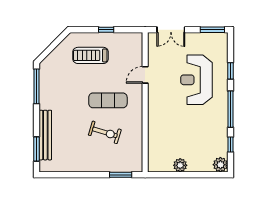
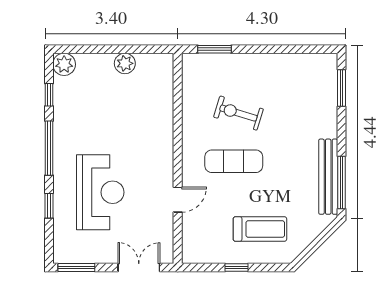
bench: (45, 135) -> (328, 177), moved

